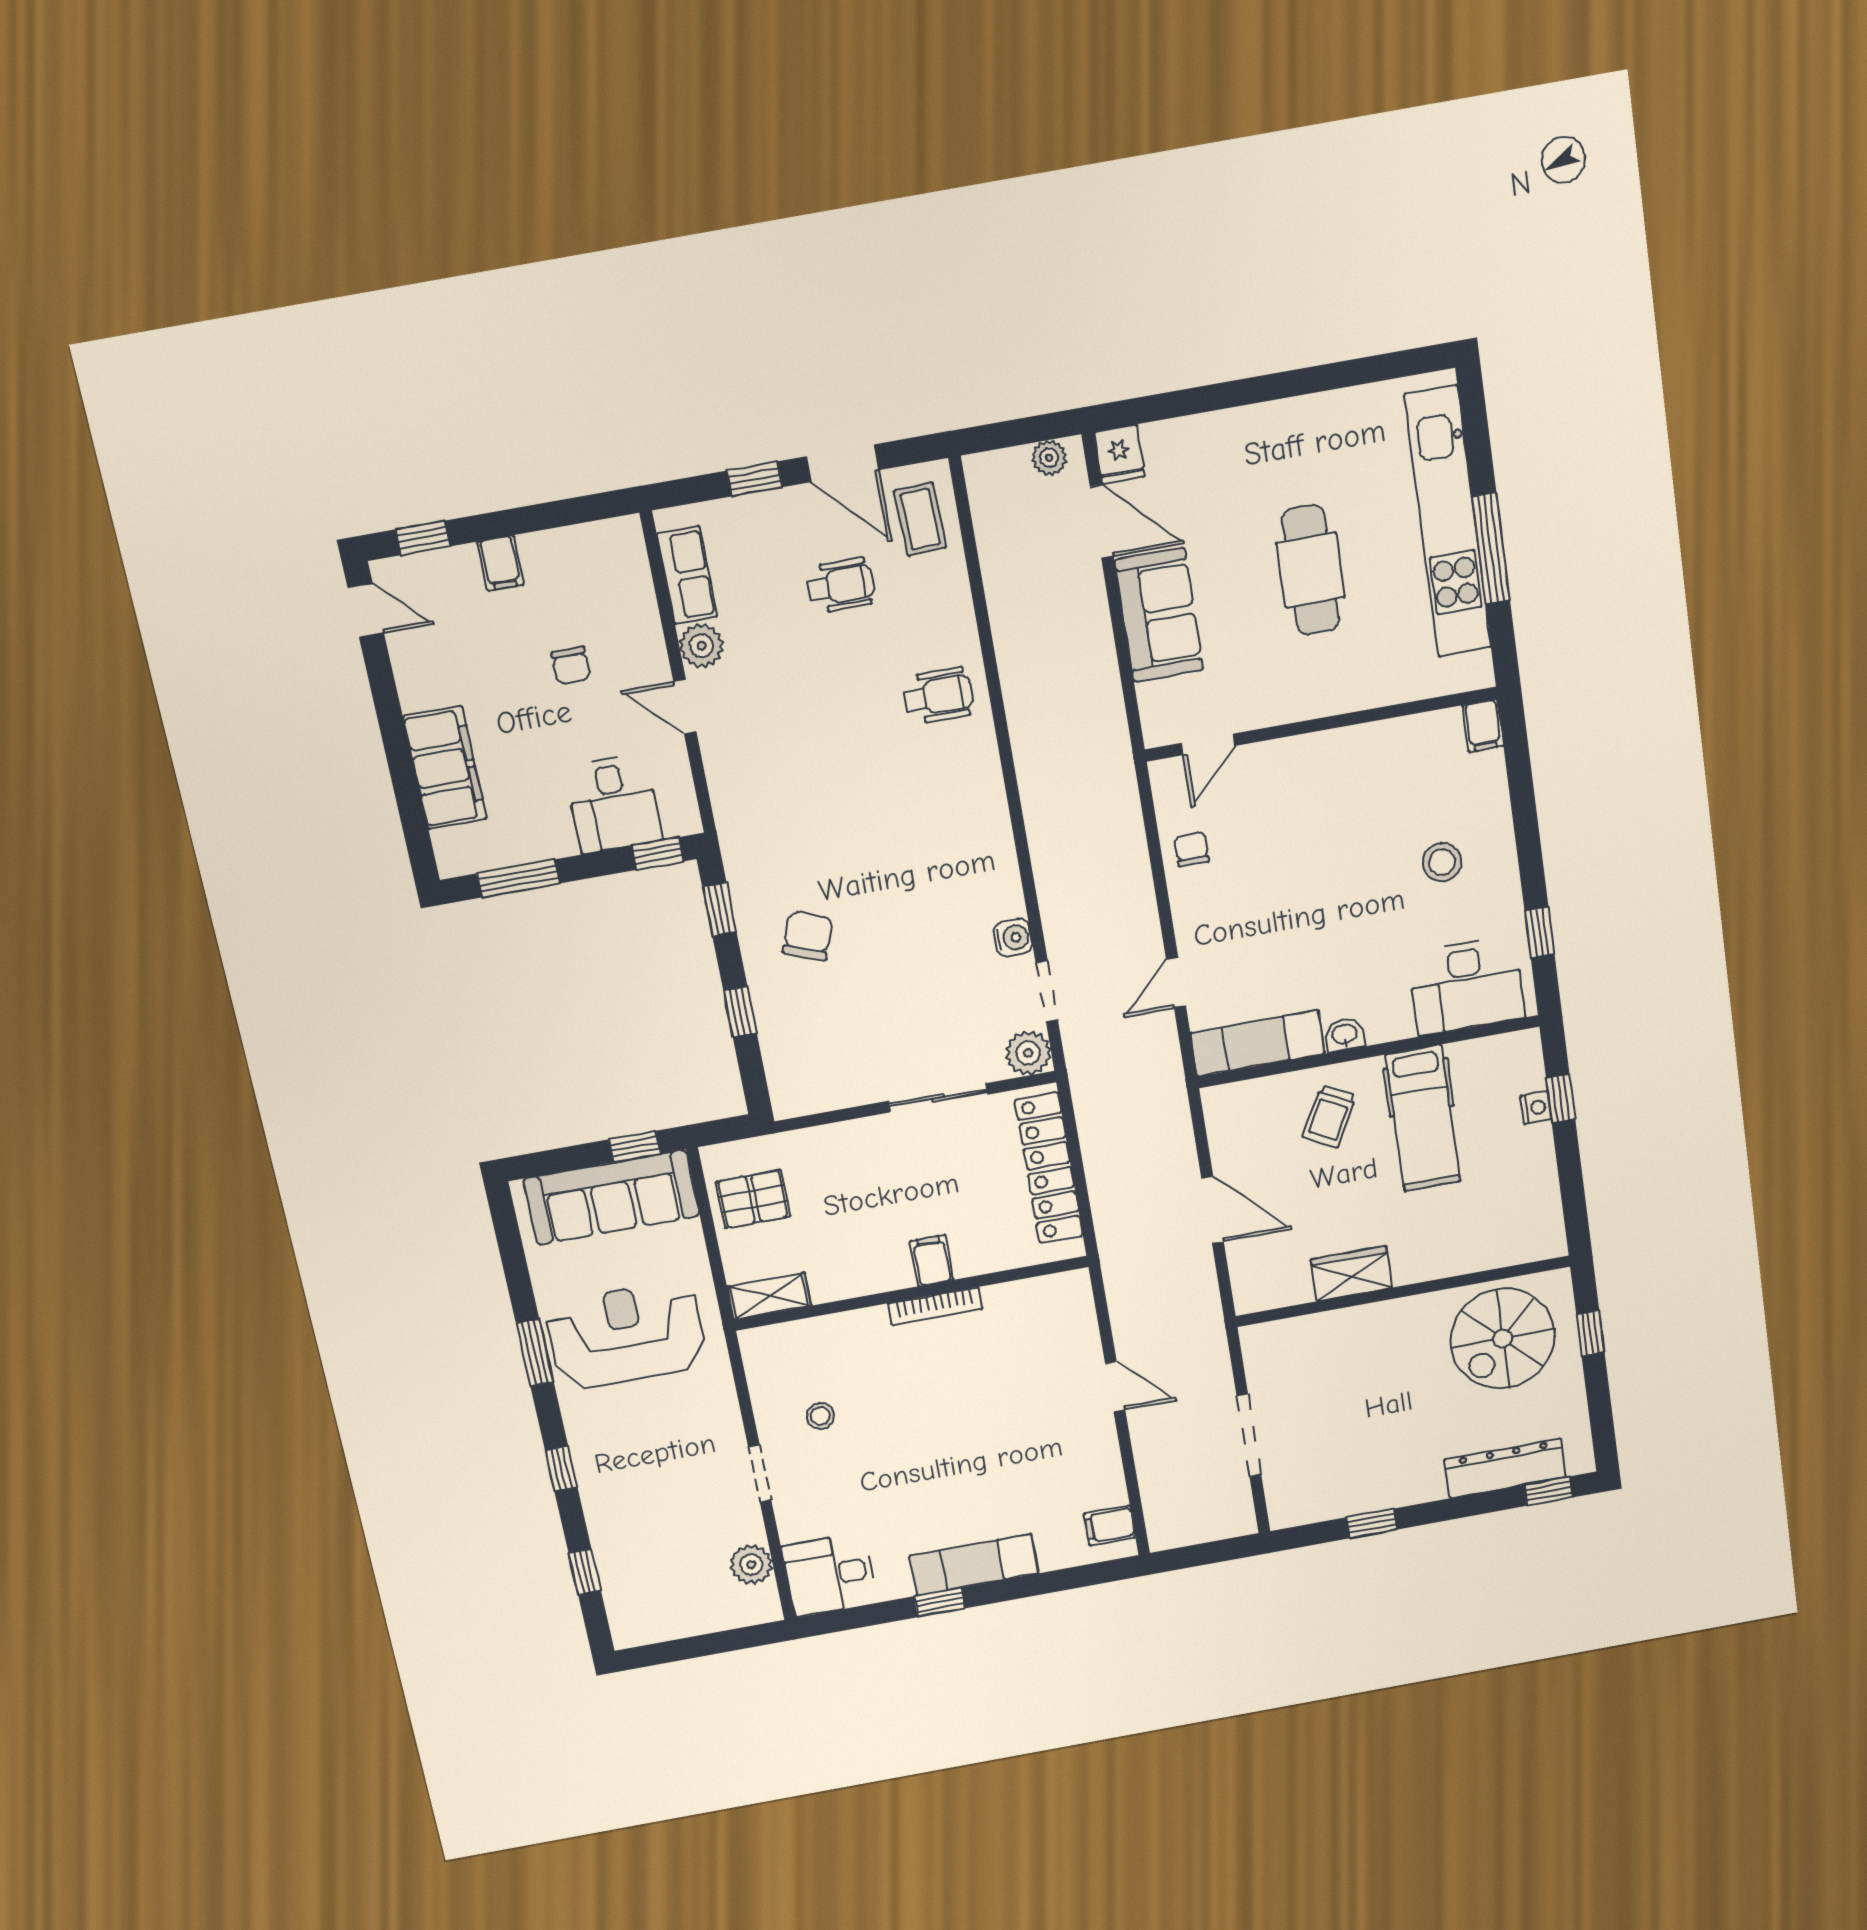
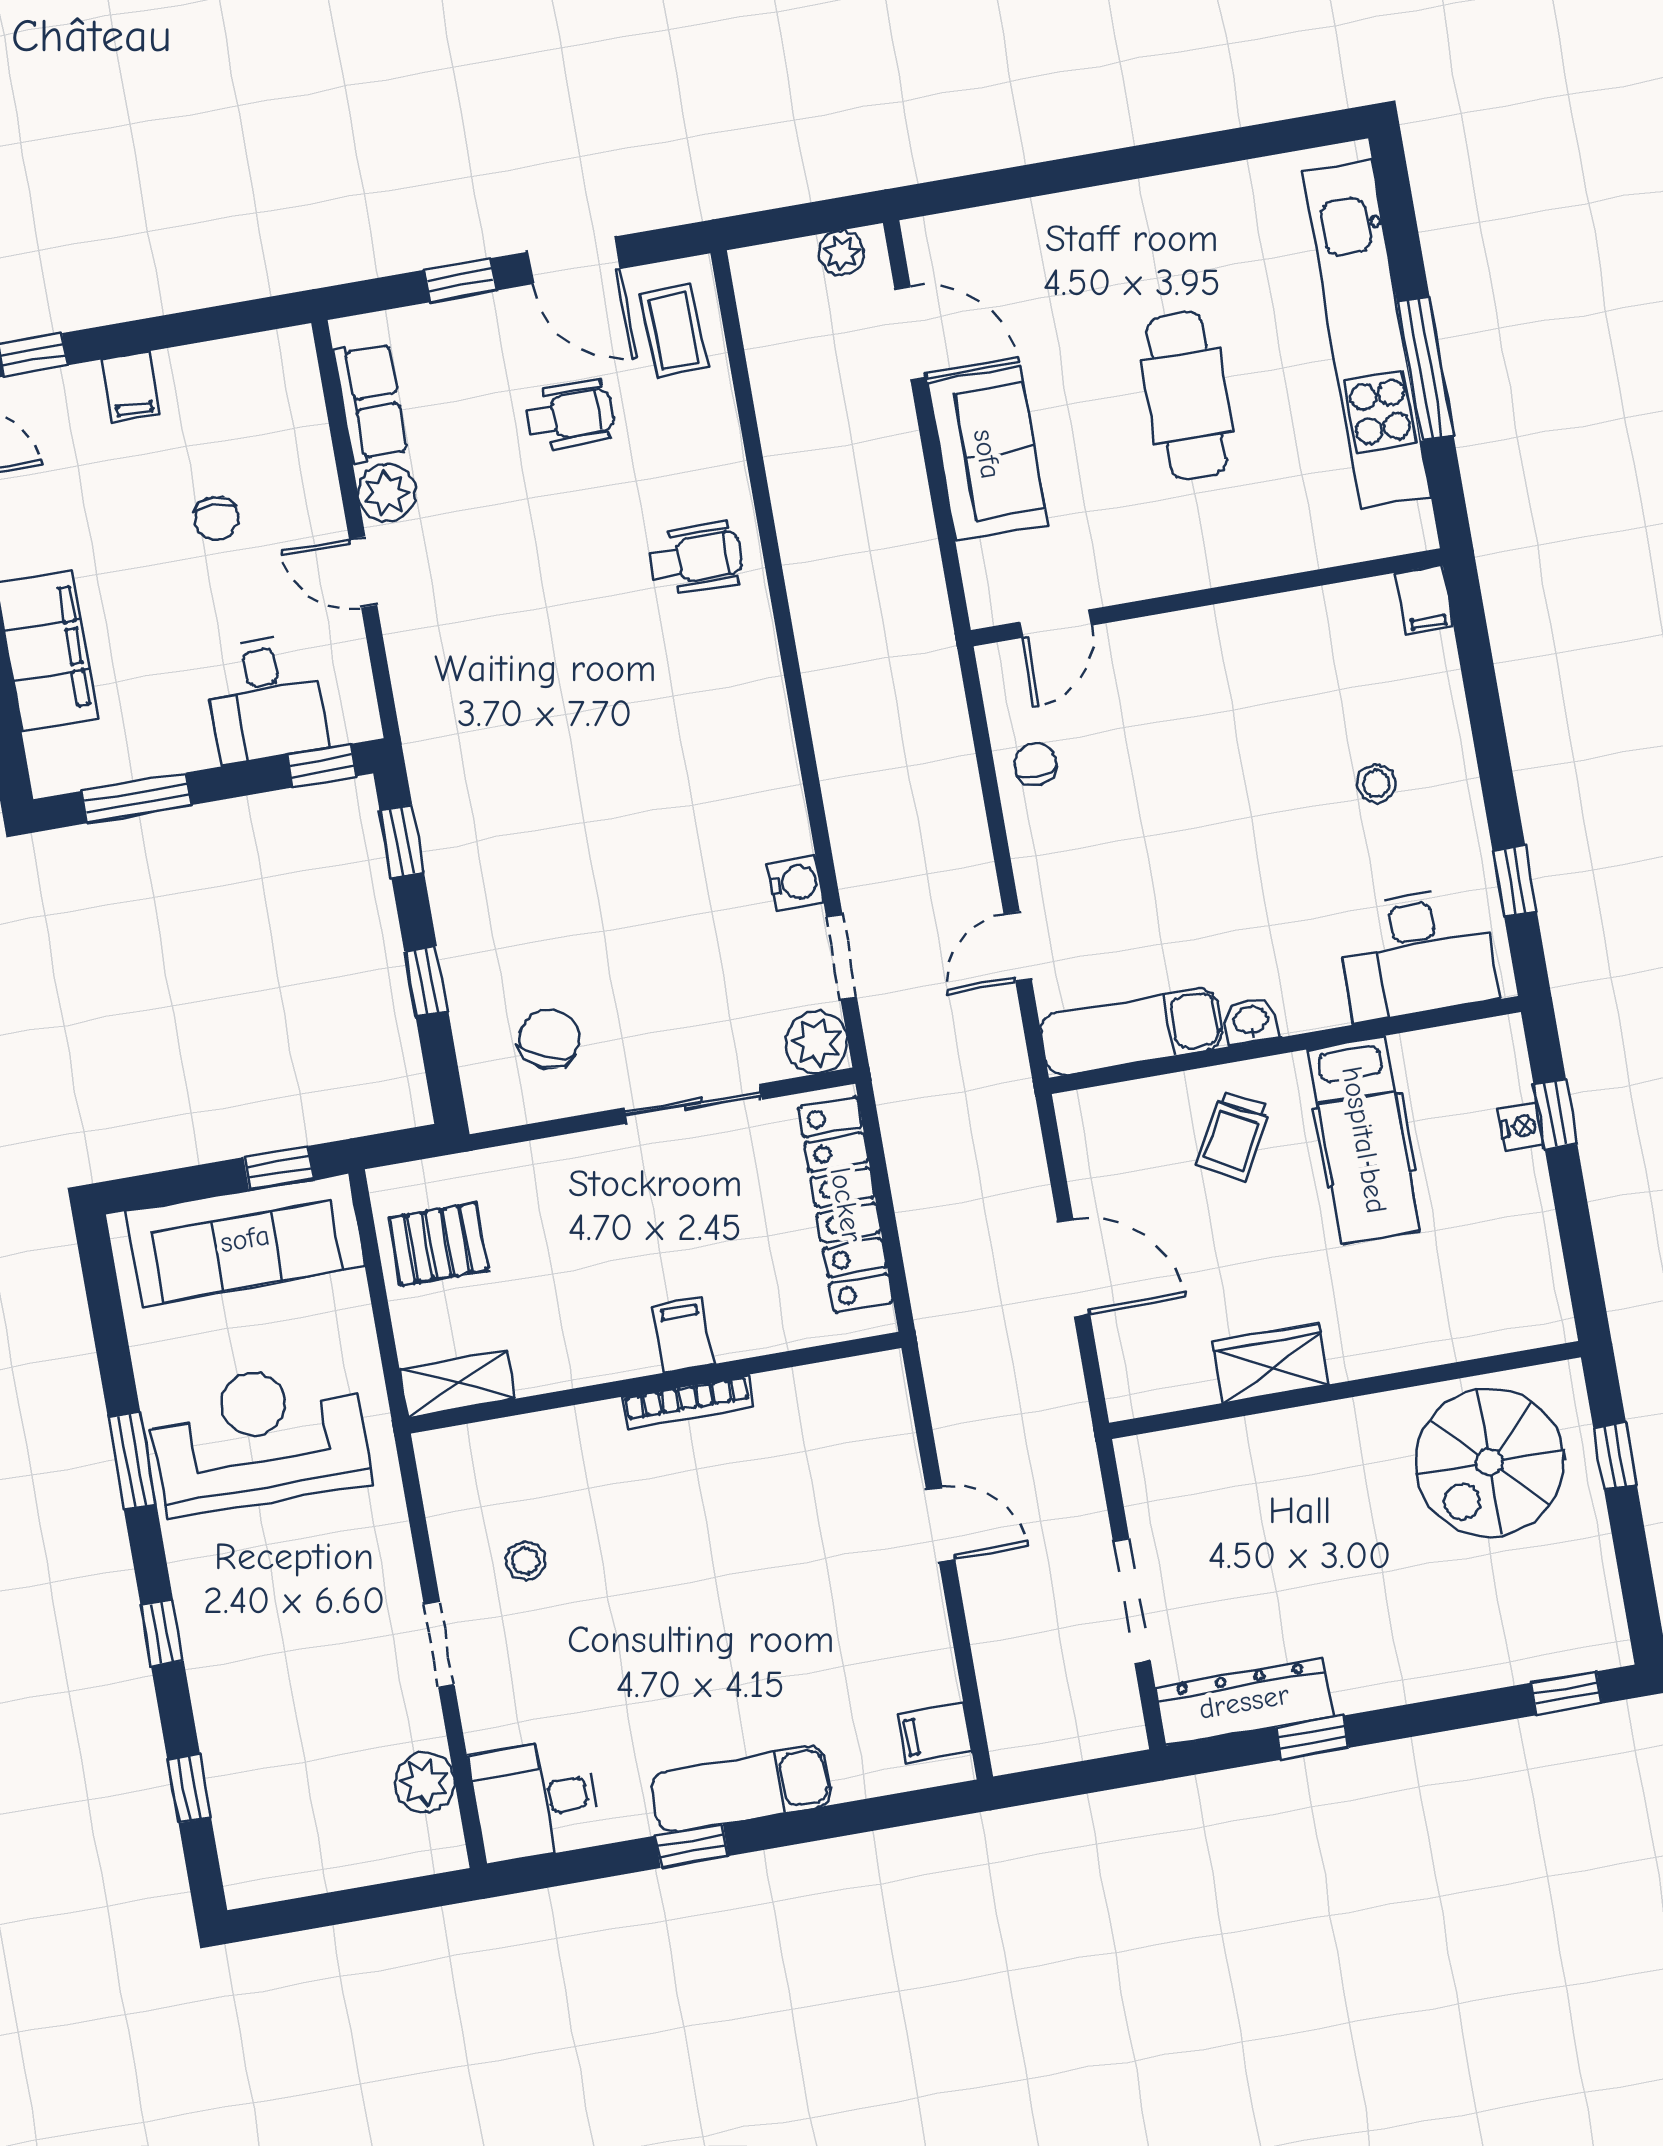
fridge: (1119, 454) -> (933, 248), removed
stool: (1442, 862) -> (1376, 784), width x0.73, depth x0.73
chair: (808, 936) -> (549, 1039), moved
dresser: (1505, 1468) -> (1244, 1702), moved

